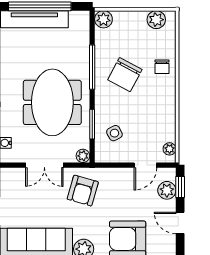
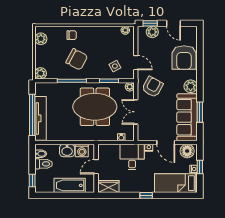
double door: (44, 165) -> (136, 112), swing flipped
door: (145, 165) -> (136, 63), moved
armchair: (83, 191) -> (152, 87), turned -77
door: (180, 223) -> (174, 23), hinge flipped

